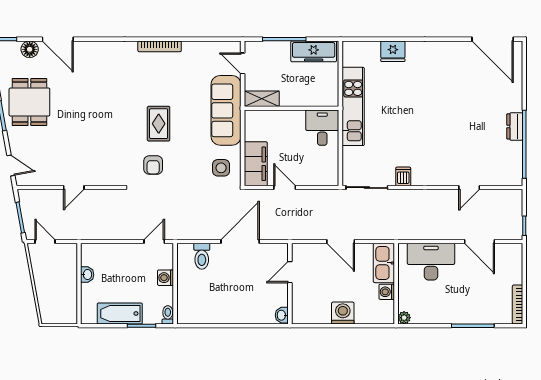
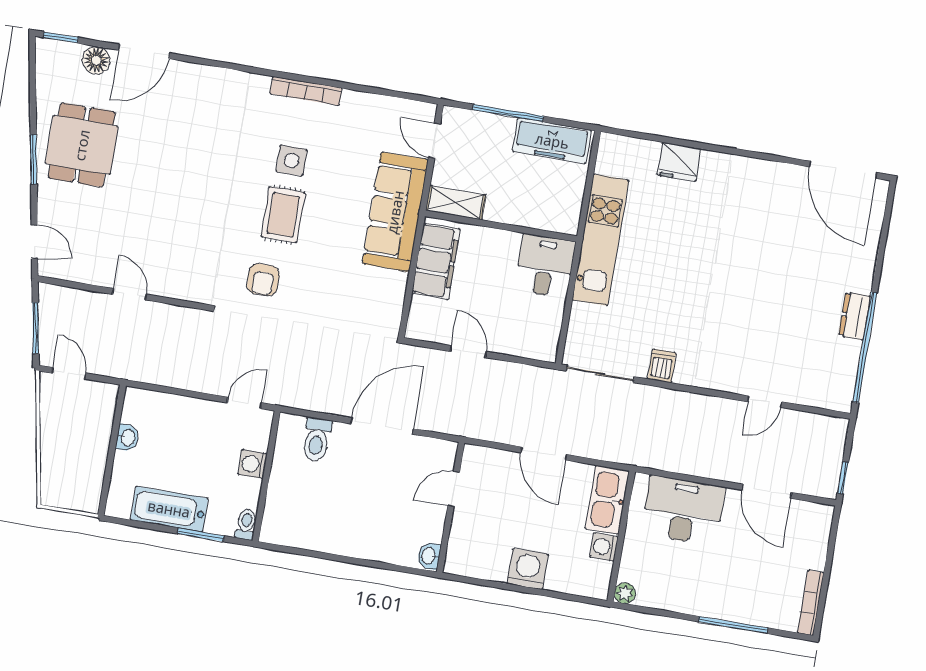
door: (58, 39) -> (144, 52), hinge flipped
filing cabinet: (256, 164) -> (436, 261), moved
side table: (221, 168) -> (292, 161), moved
door: (74, 188) -> (129, 294), swing flipped

